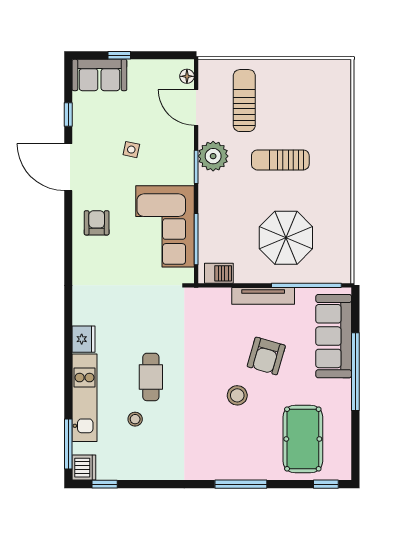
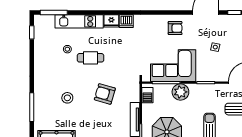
plant: (213, 156) -> (180, 92), moved
armchair: (266, 356) -> (105, 94), moved
stool: (237, 395) -> (67, 98), moved
dishwasher: (84, 468) -> (126, 21), moved

